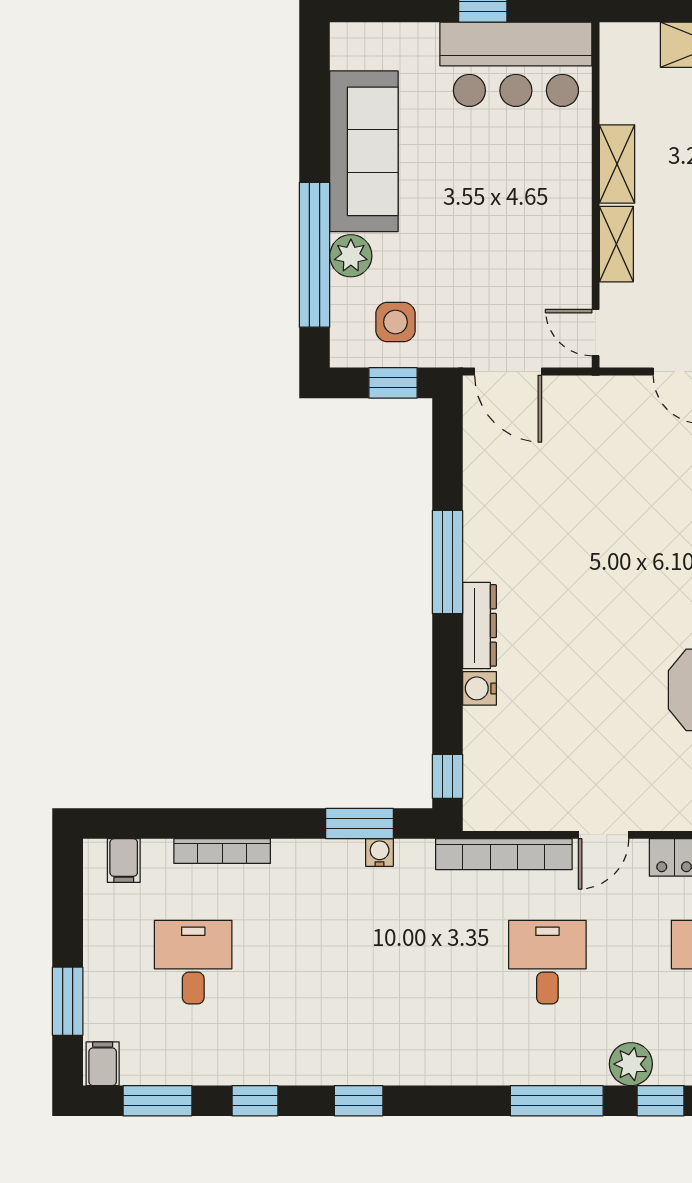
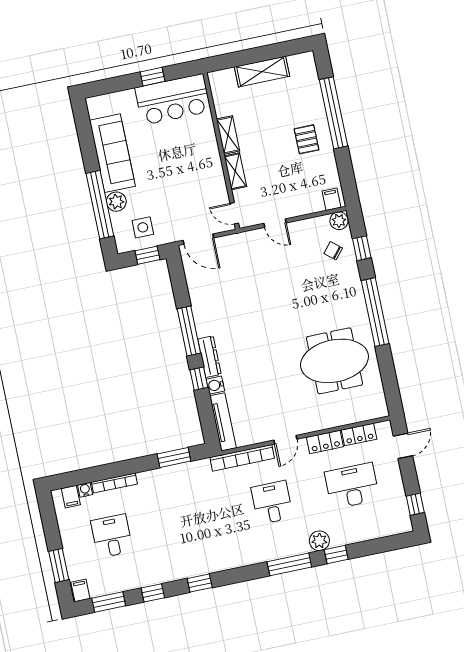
tv unit: (479, 770) -> (223, 422), added
window: (447, 776) -> (199, 379), moved
water cooler: (380, 852) -> (85, 490), moved

